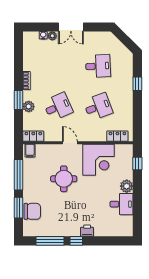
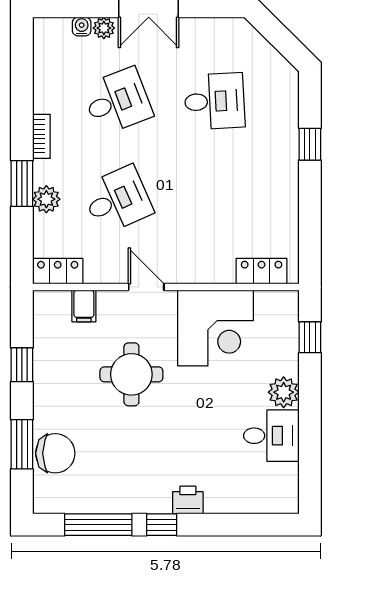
desk: (98, 107) -> (117, 101), moved
filing cabinet: (30, 151) -> (84, 306), moved
window: (18, 175) -> (22, 365), width x0.46

